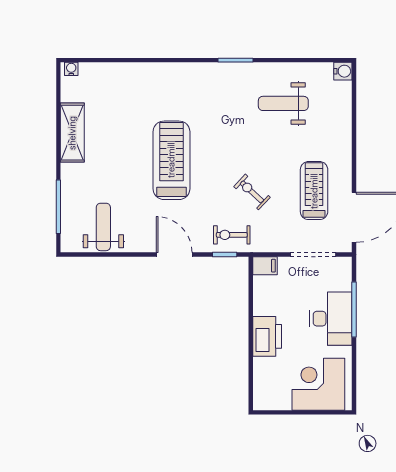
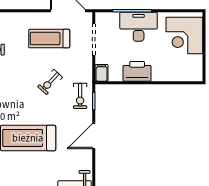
printer: (267, 336) -> (137, 71), moved

